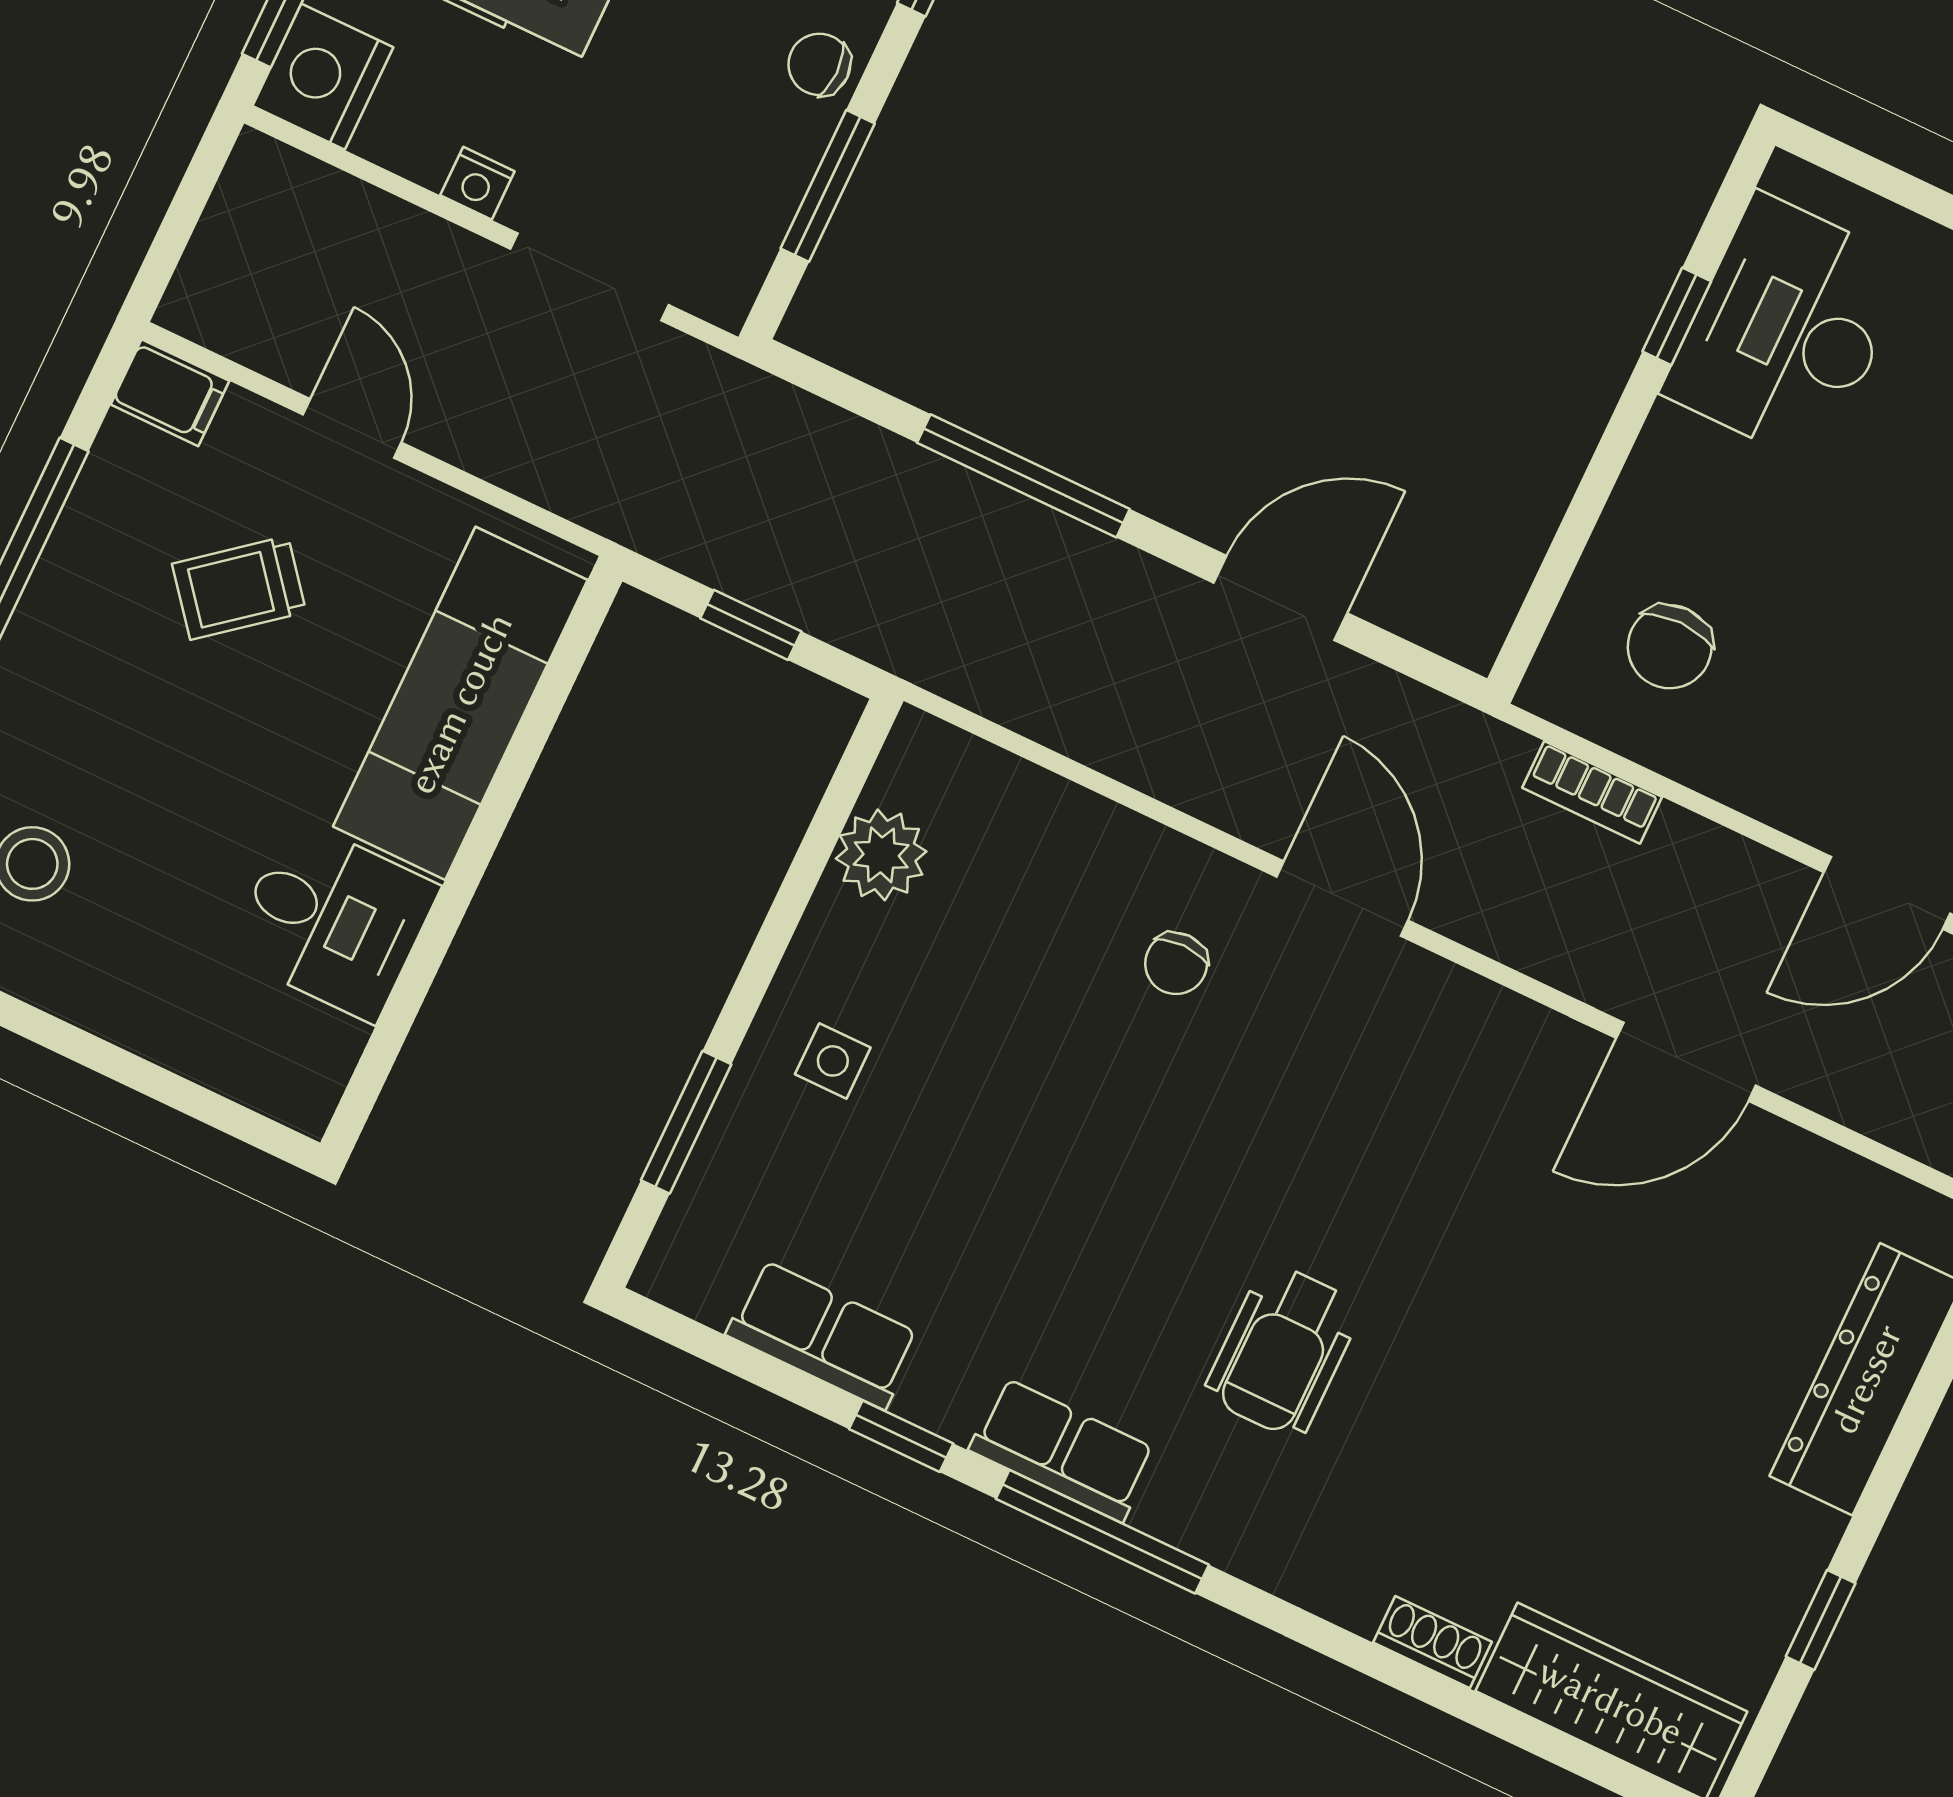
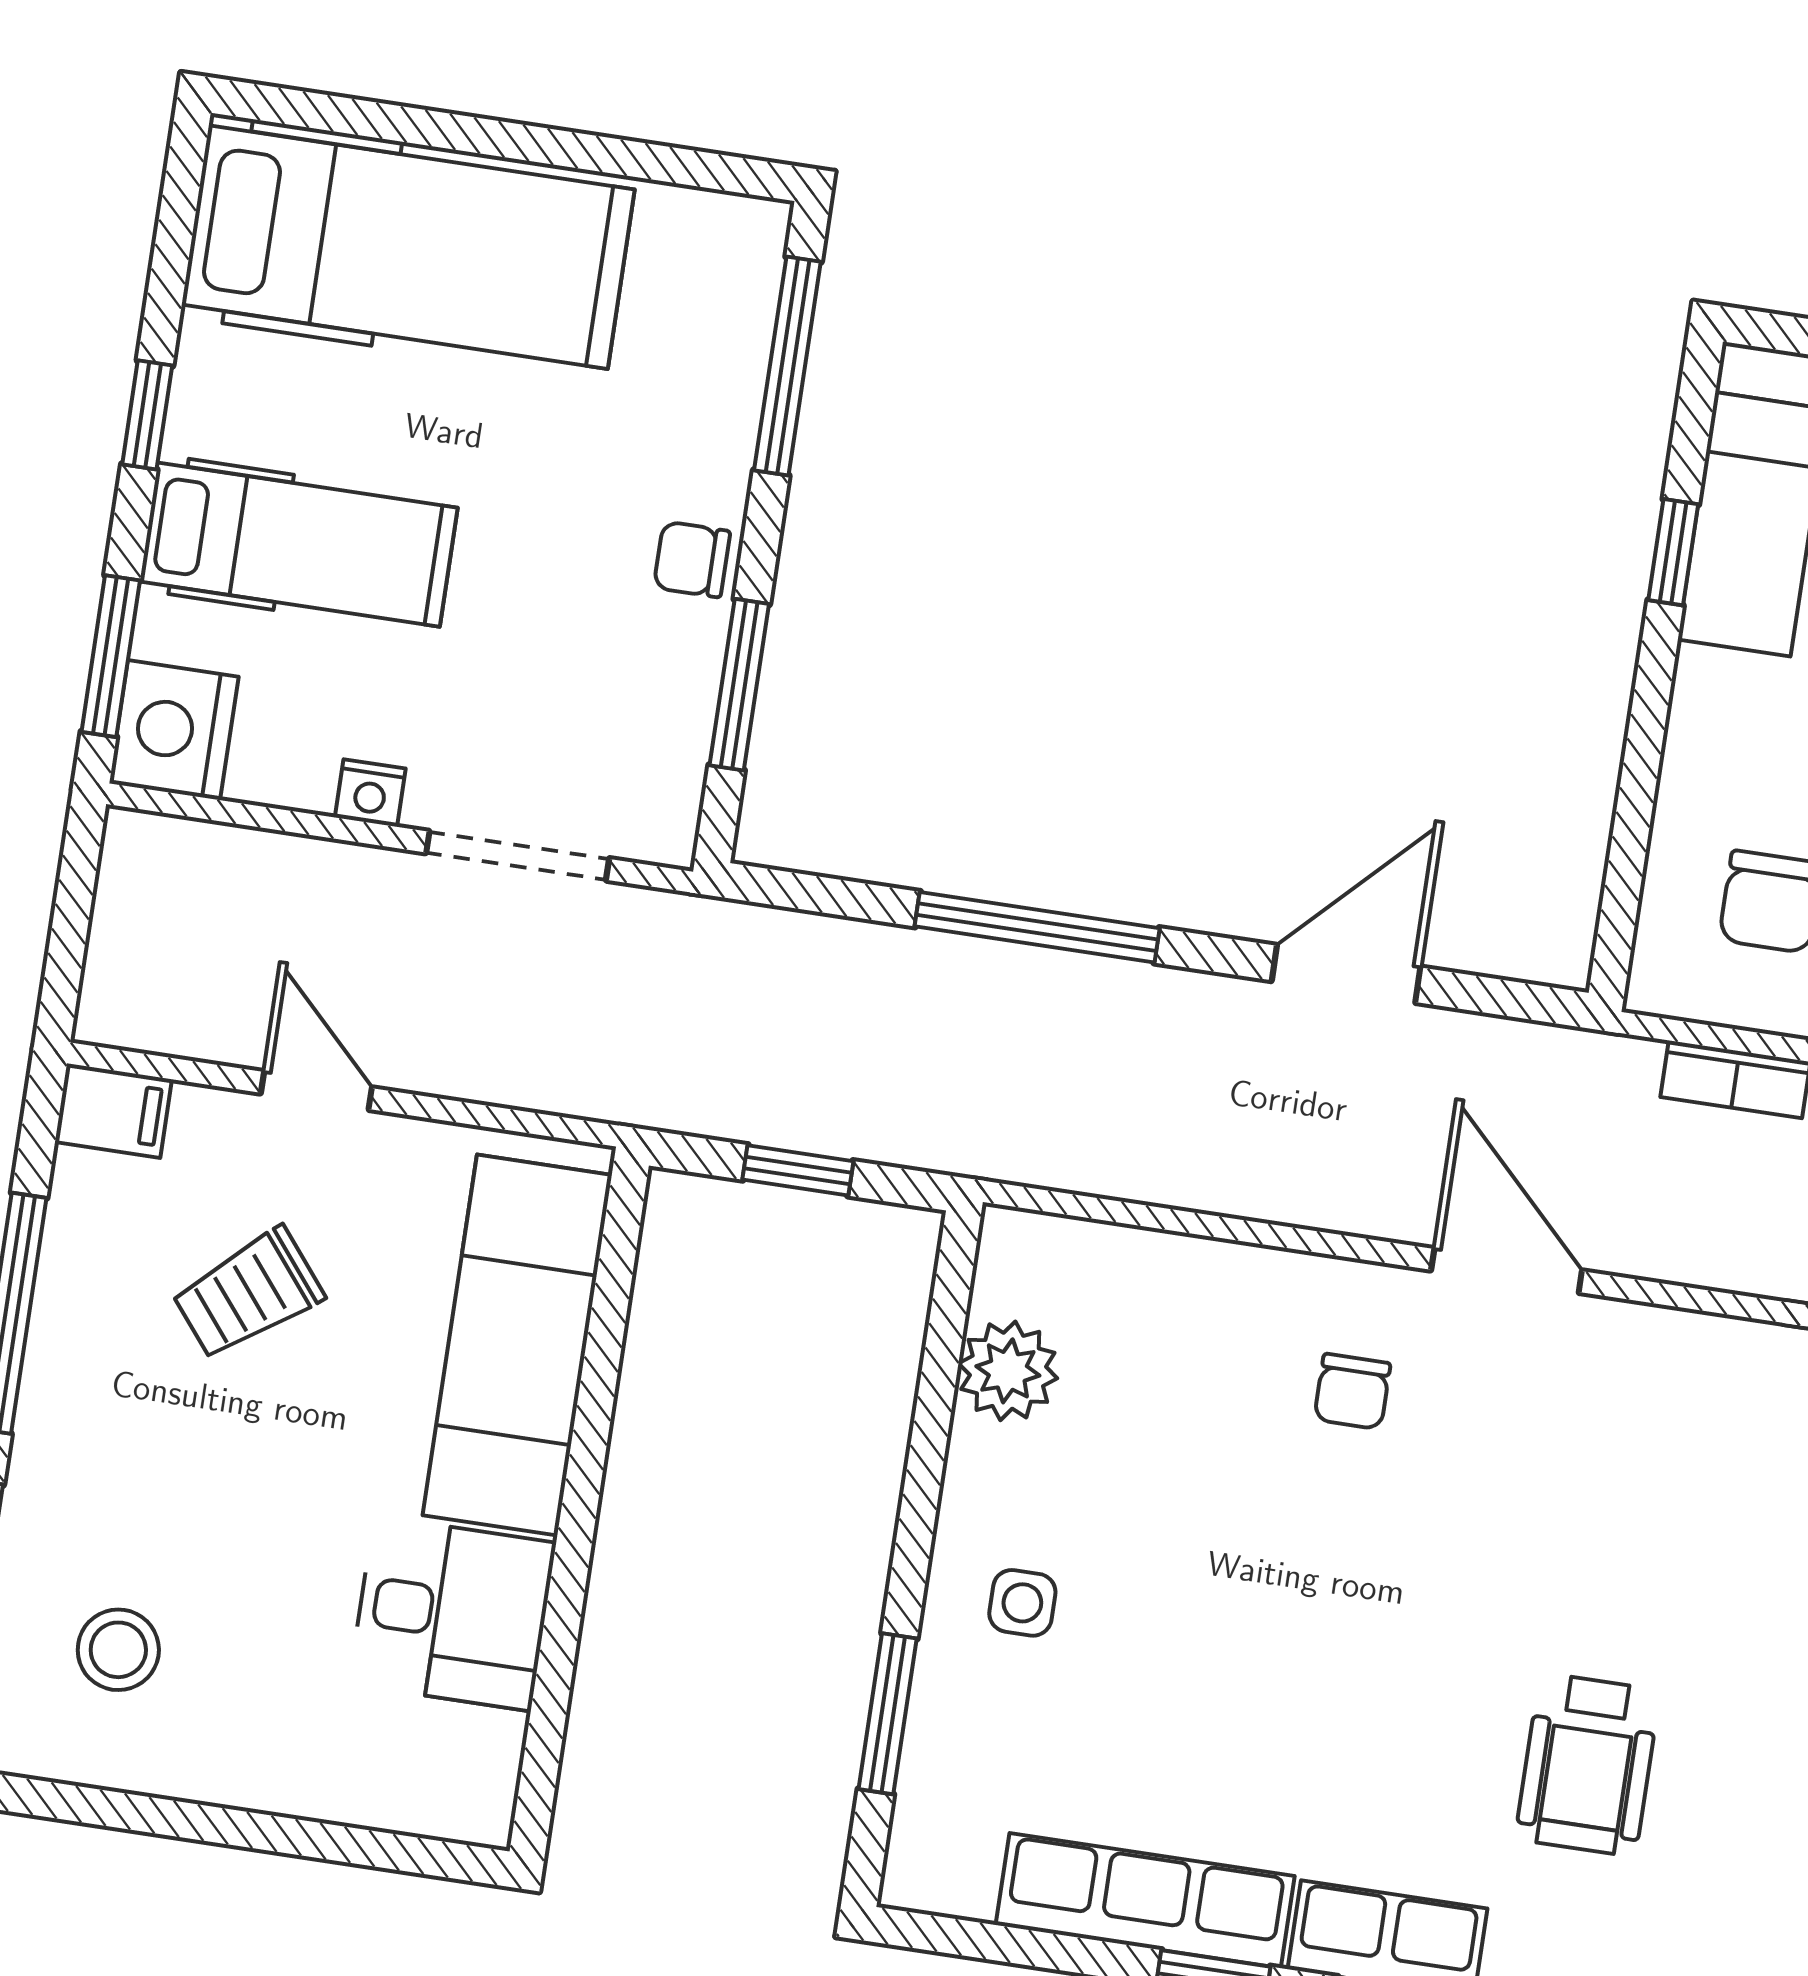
row of seats: (823, 1334) -> (1145, 1900), width x1.48

